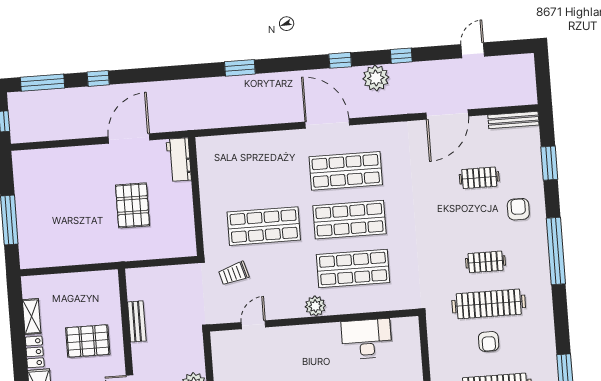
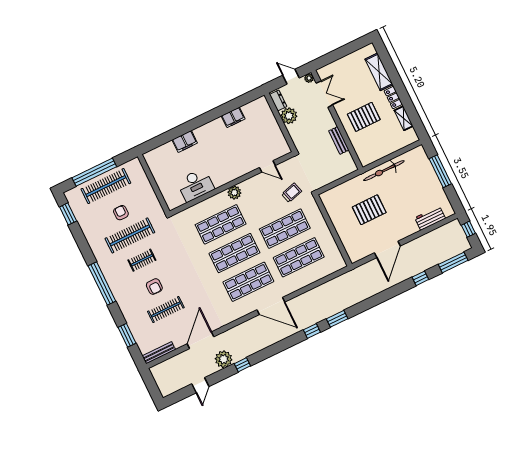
window: (340, 60) -> (312, 331), moved
plant: (376, 78) -> (224, 359), moved
workbench: (179, 160) -> (430, 218), moved, turned -90
shop shelf: (260, 177) -> (299, 257), added
clothes rail: (479, 178) -> (166, 310), width x1.36
pallet: (133, 205) -> (369, 210), turned 90
armchair: (518, 209) -> (154, 287), moved
bicycle: (90, 253) -> (384, 171), added
door: (253, 325) -> (267, 166), hinge flipped

